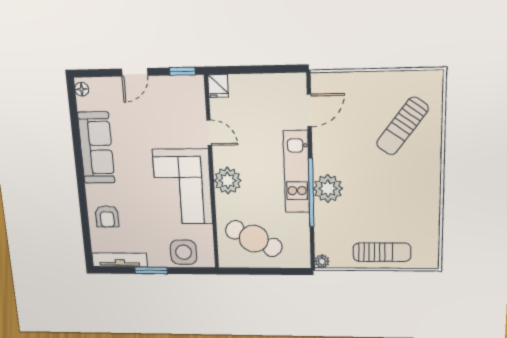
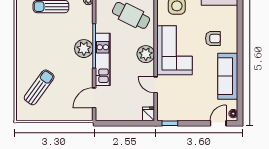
door: (135, 72) -> (218, 123), moved
armchair: (107, 216) -> (213, 38), moved, turned 90

